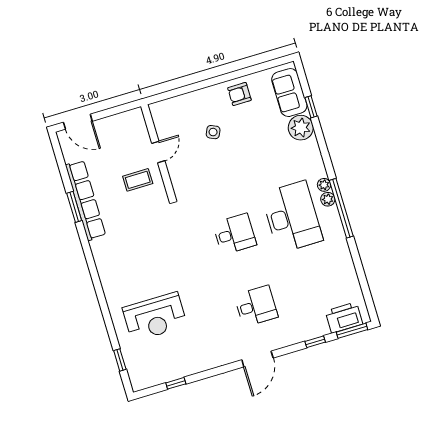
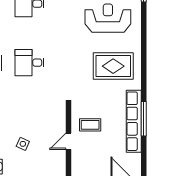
window: (74, 207) -> (144, 119), width x1.44
rug: (131, 260) -> (113, 66), added

